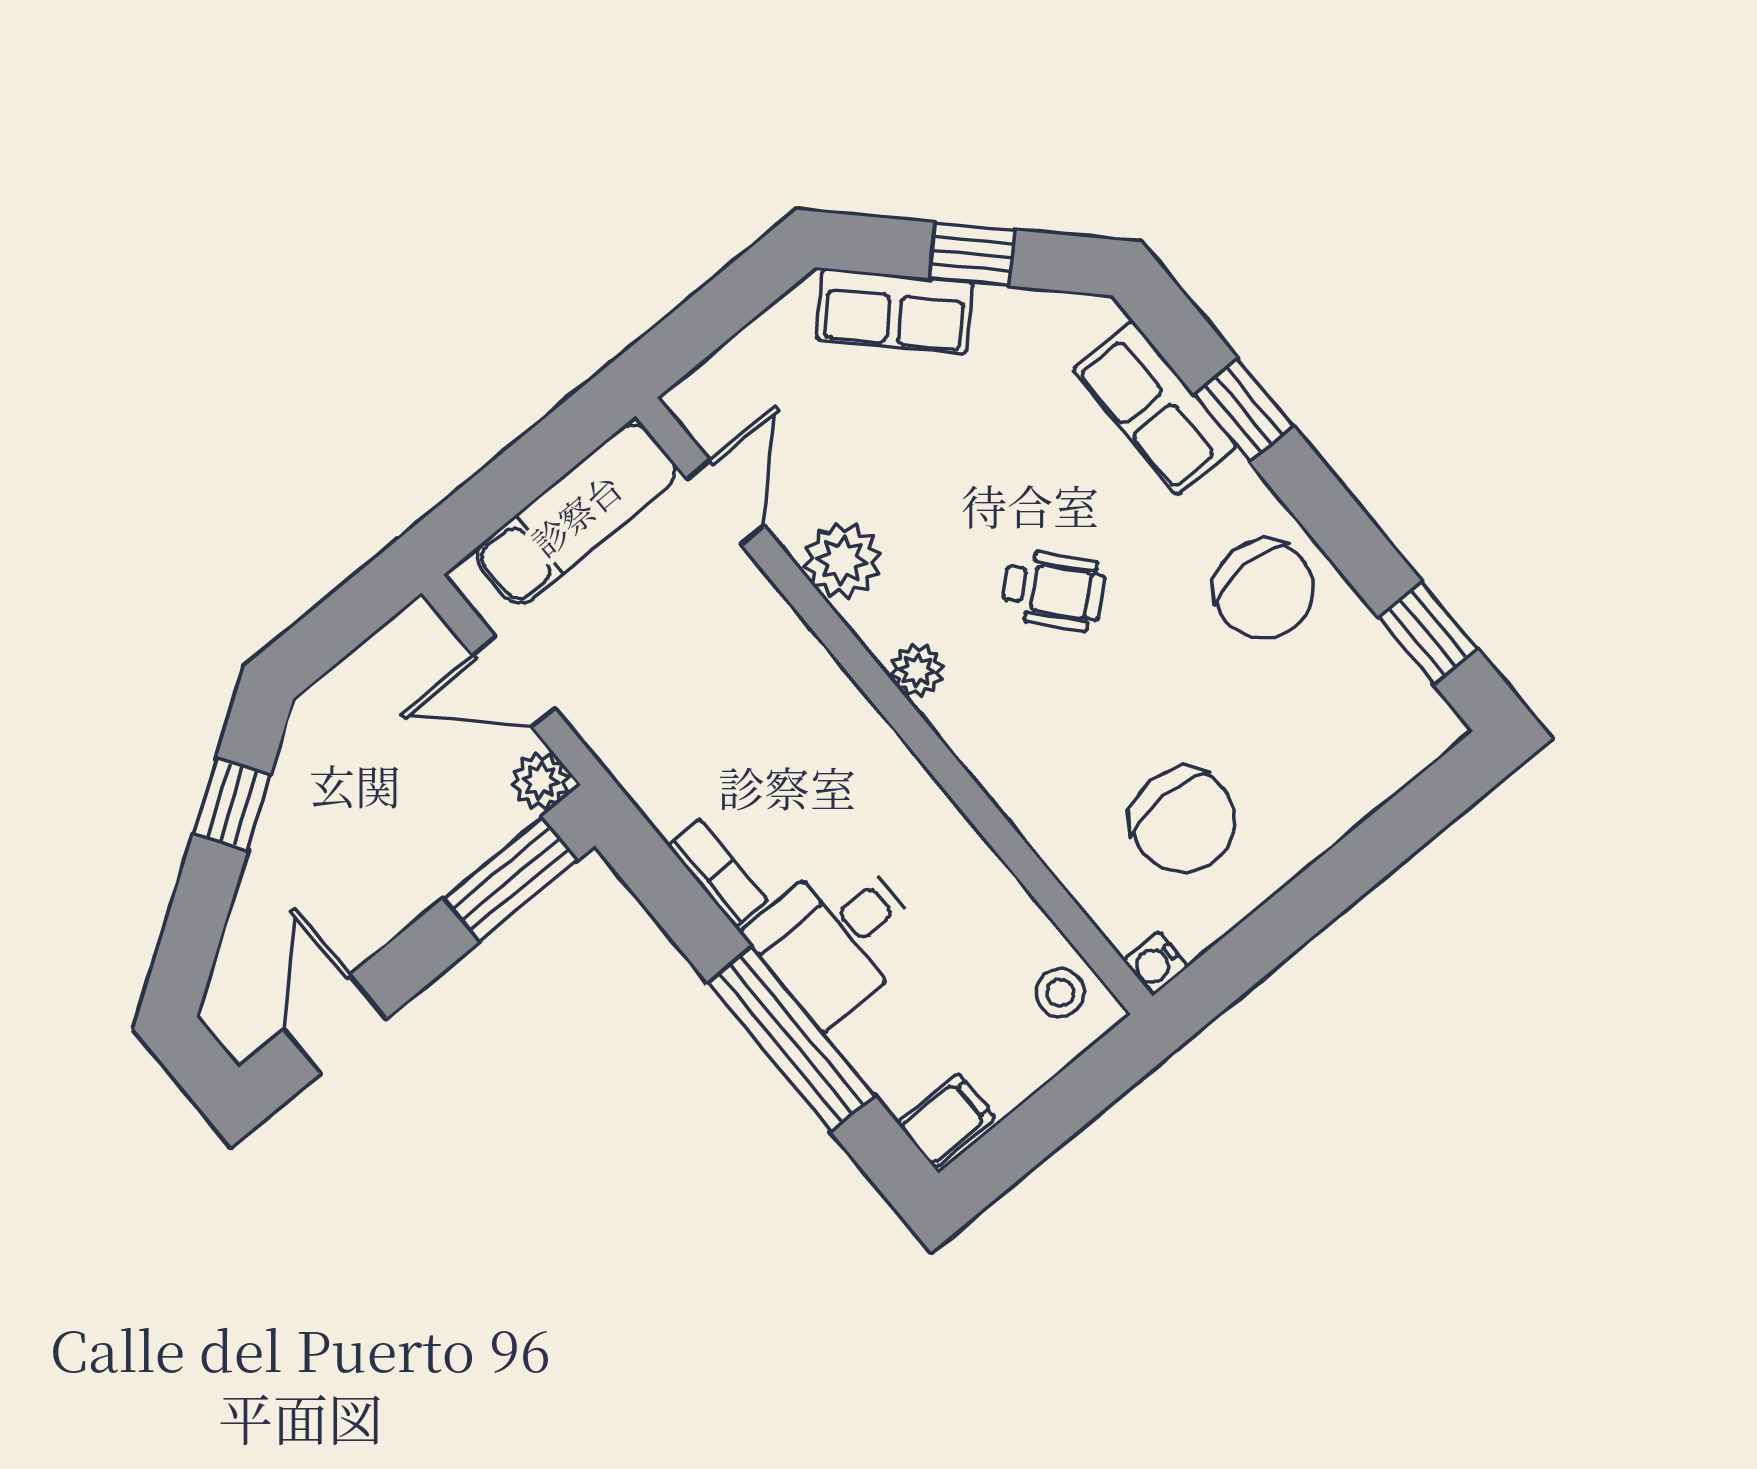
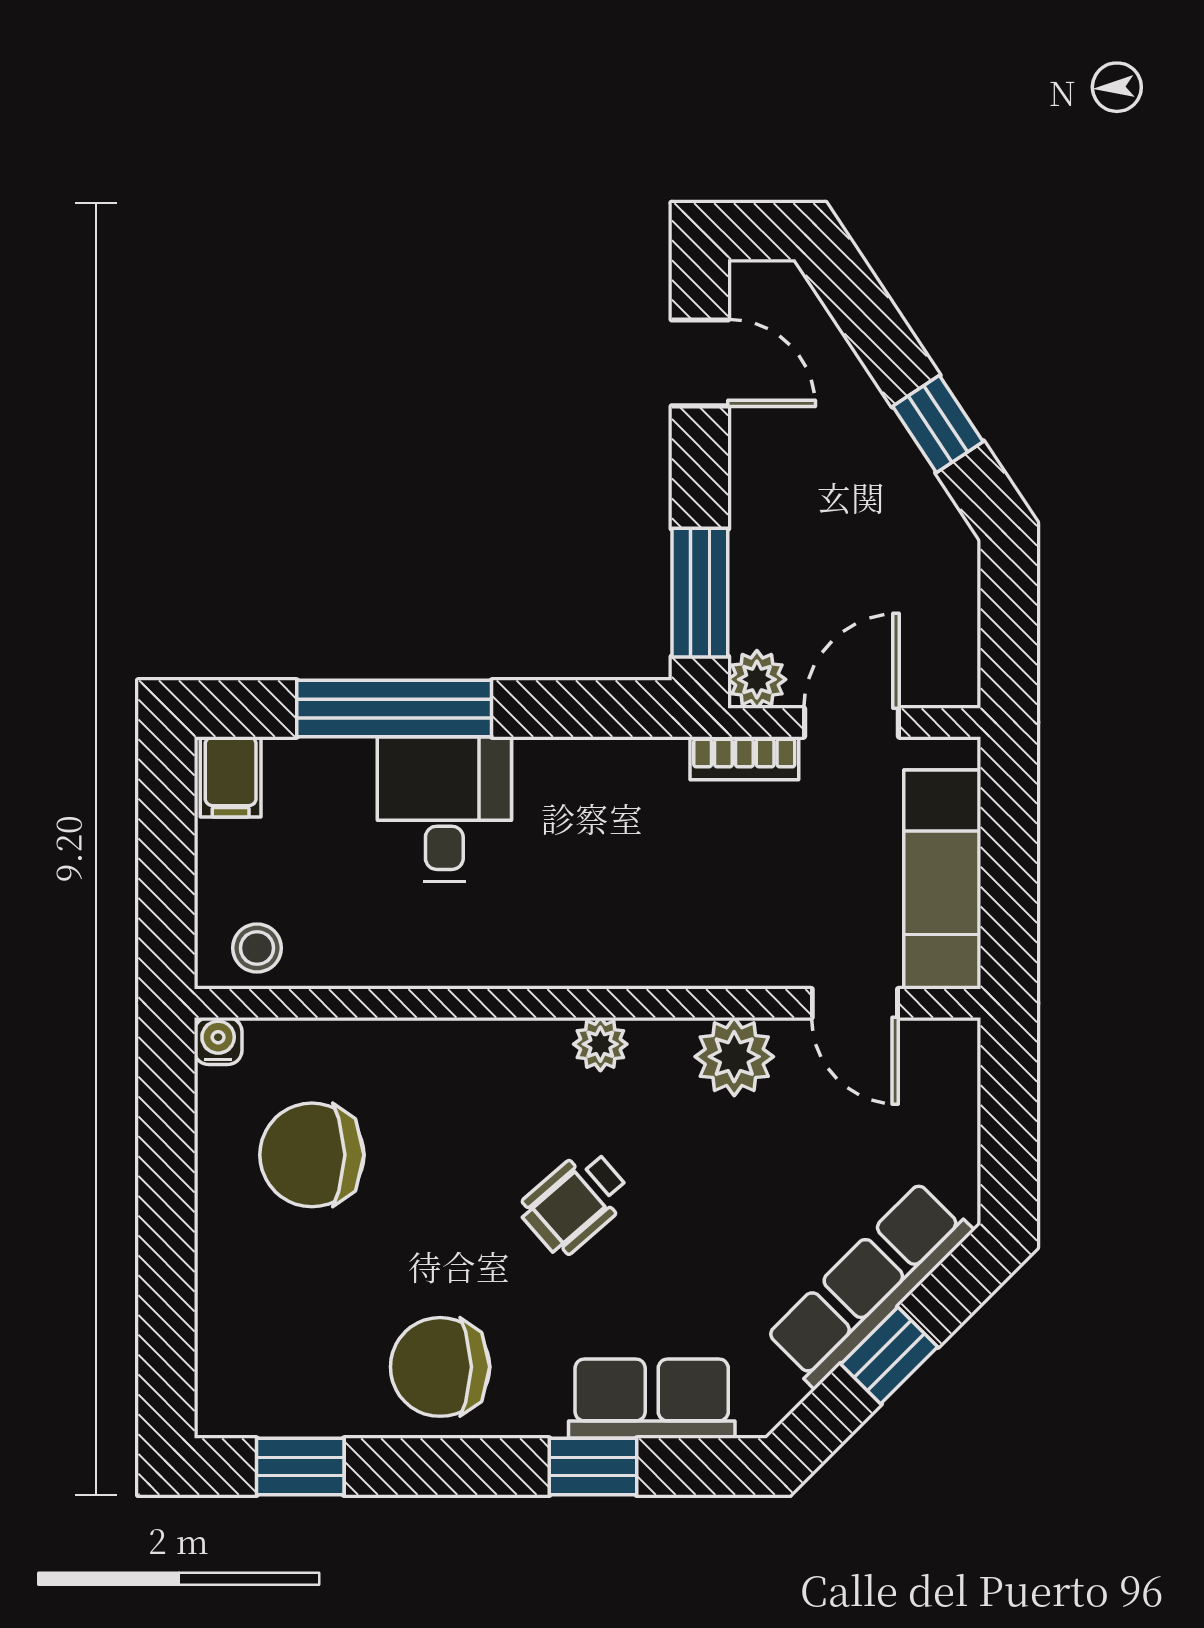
row of seats: (895, 311) -> (869, 1284), width x1.48
bookcase: (718, 873) -> (744, 758), moved

